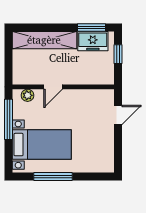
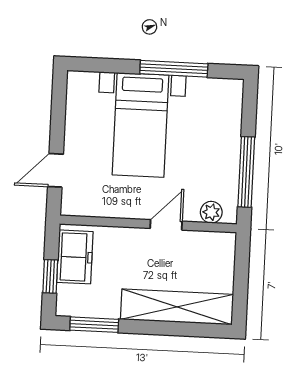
freezer: (93, 41) -> (75, 257), moved, turned 90
bed with nightstands: (42, 145) -> (141, 125), moved, turned -90

